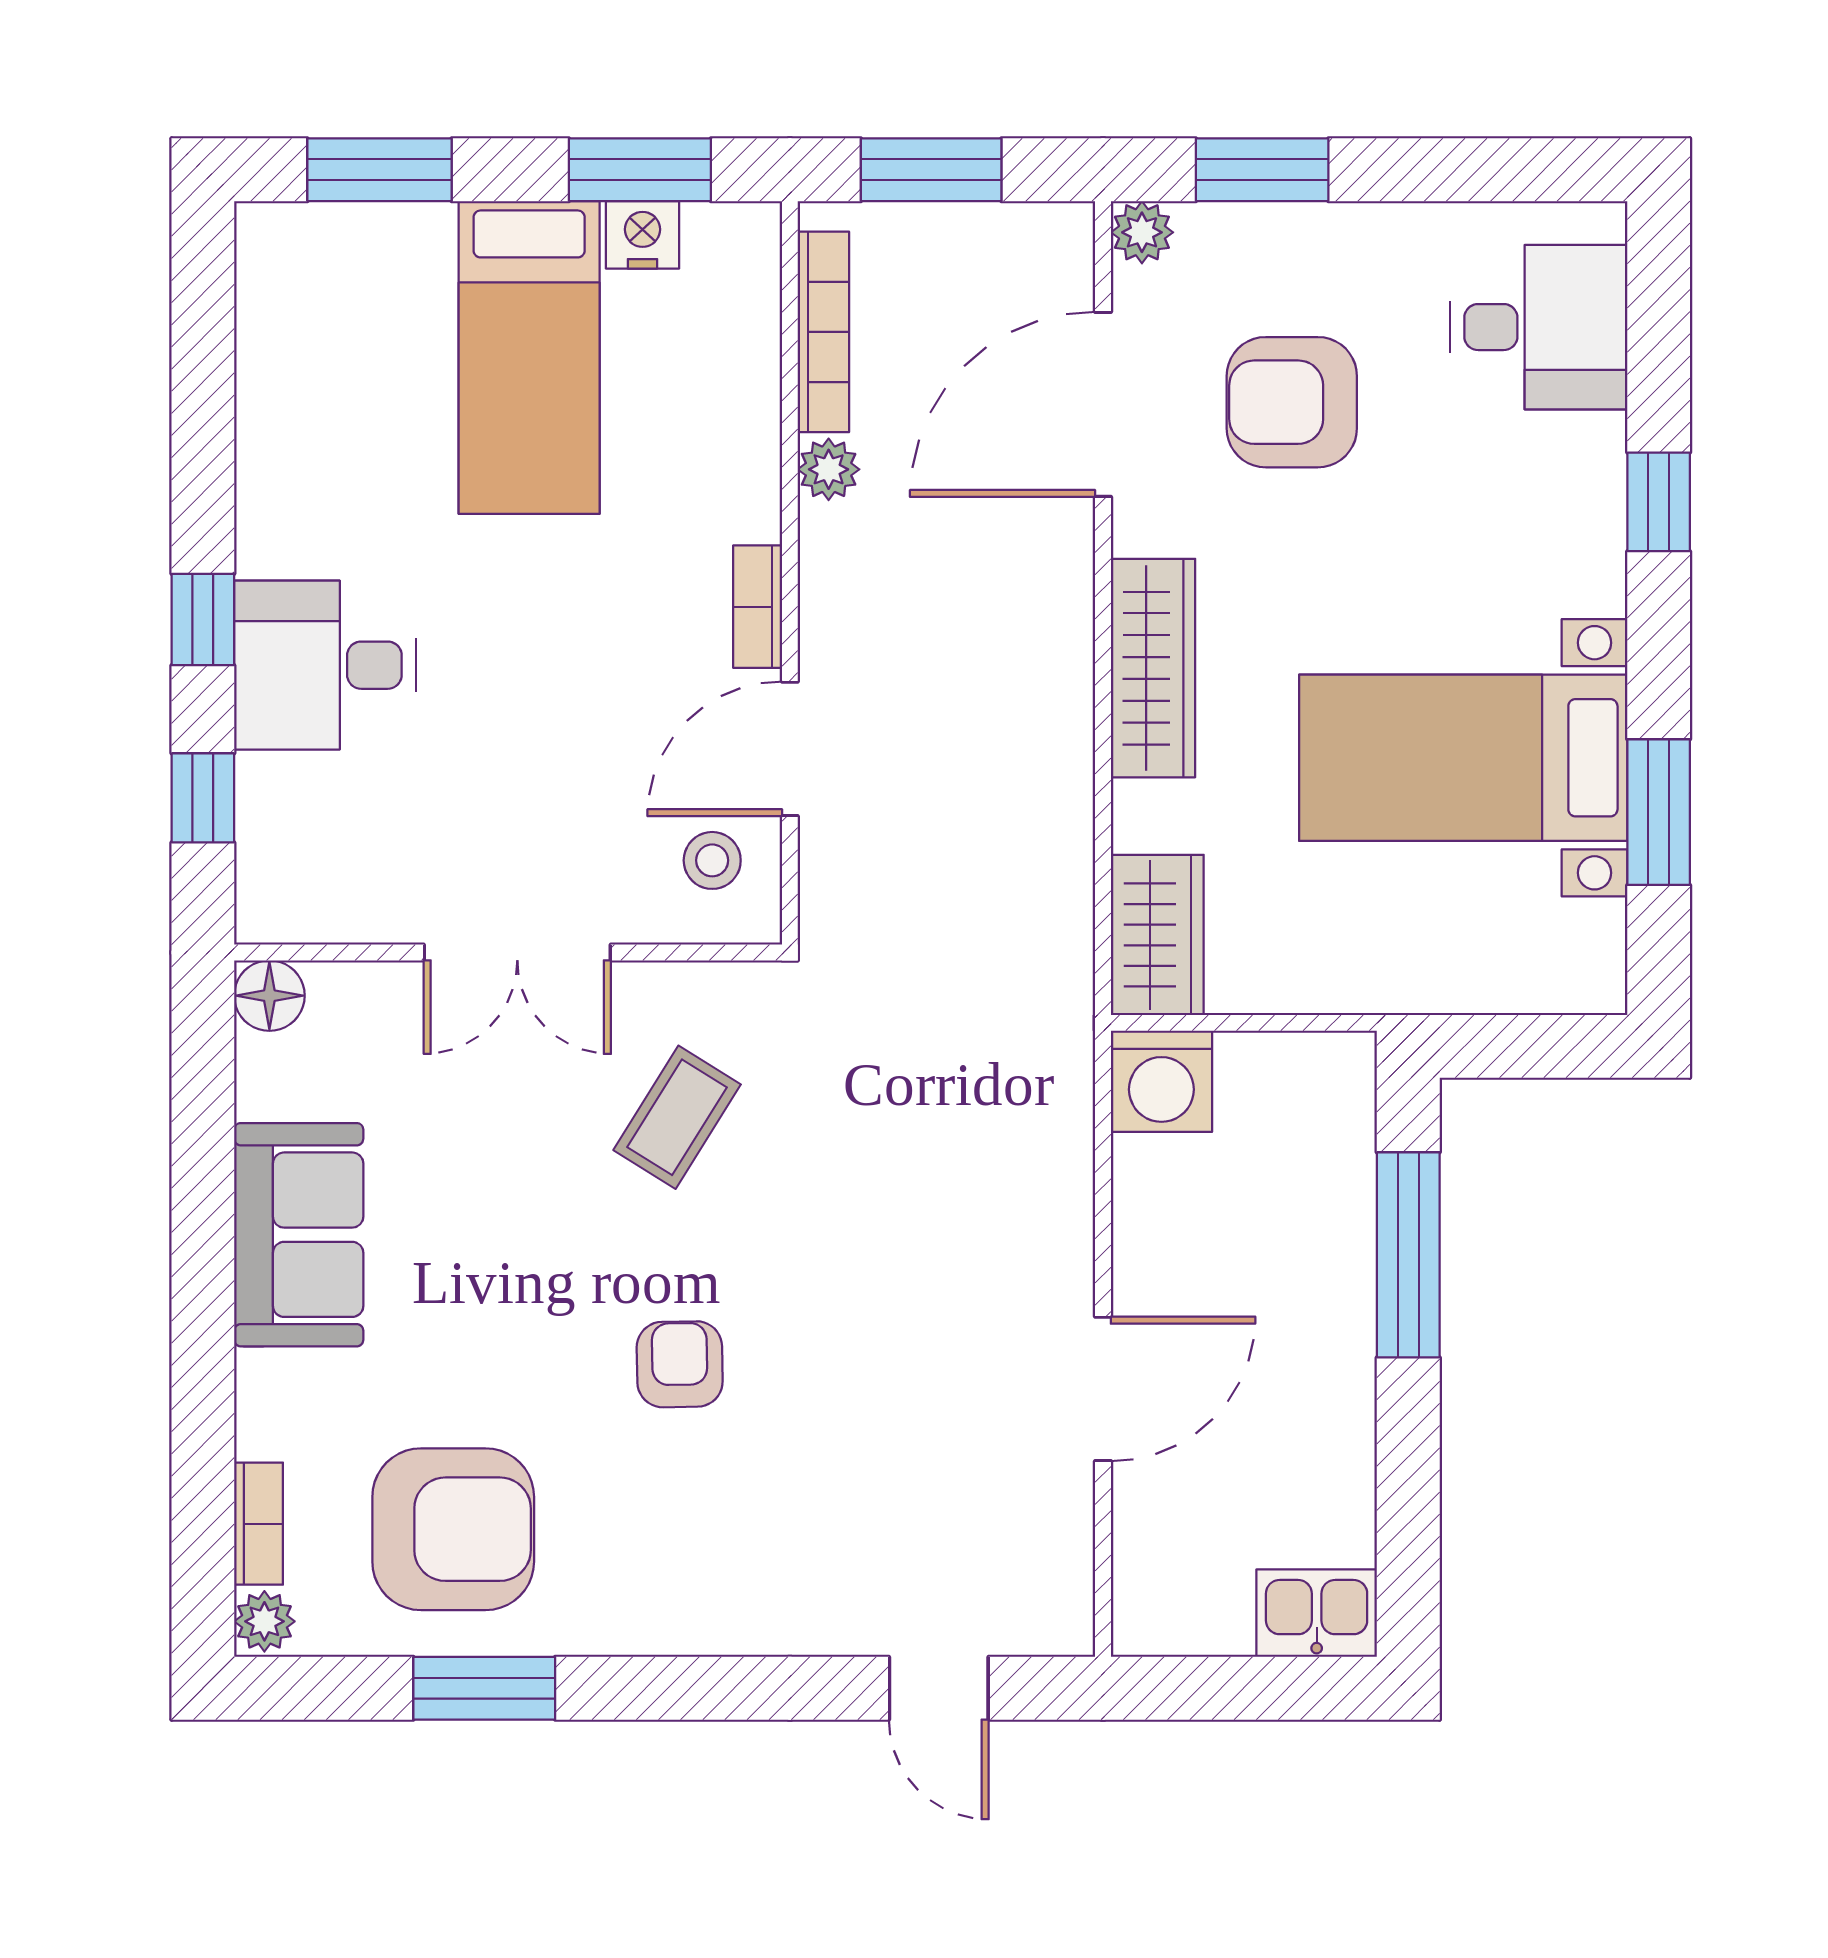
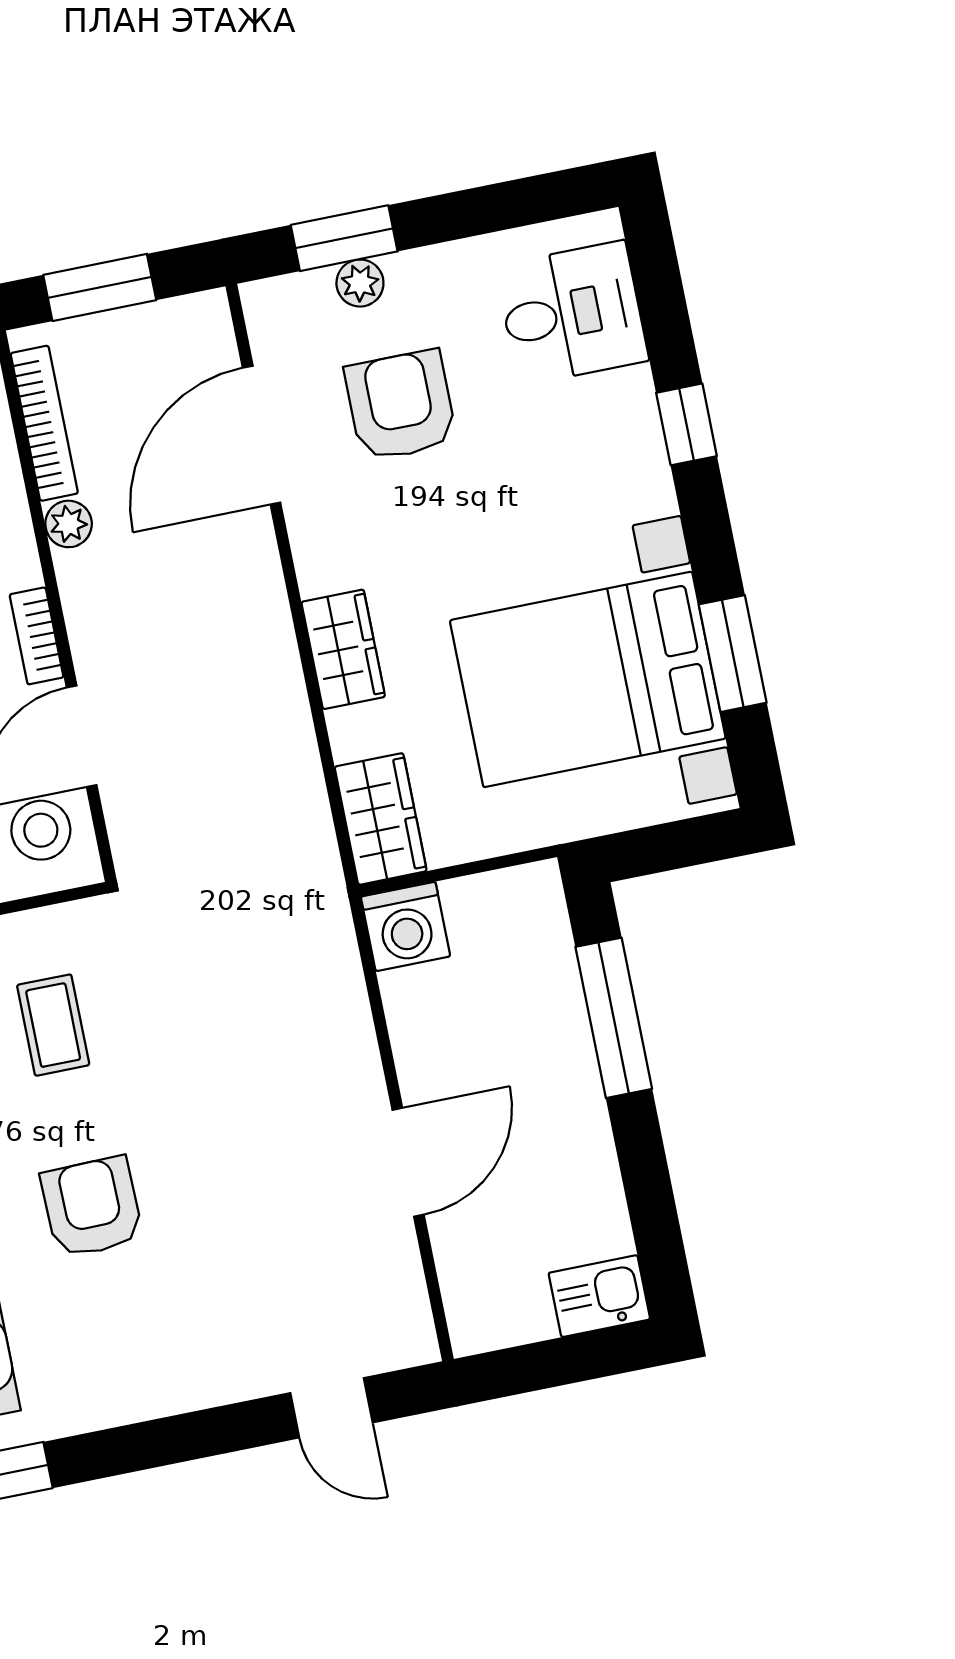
plant: (1142, 232) -> (360, 283), moved
armchair: (1292, 402) -> (401, 405), turned 90
wardrobe: (1153, 668) -> (343, 649), width x0.67
bed with nightstands: (1463, 758) -> (588, 679), width x1.36
stool: (712, 860) -> (41, 830), width x1.37, depth x1.37
coffee table: (677, 1117) -> (53, 1025), turned -32
armchair: (680, 1364) -> (92, 1207), width x1.38, depth x1.38

